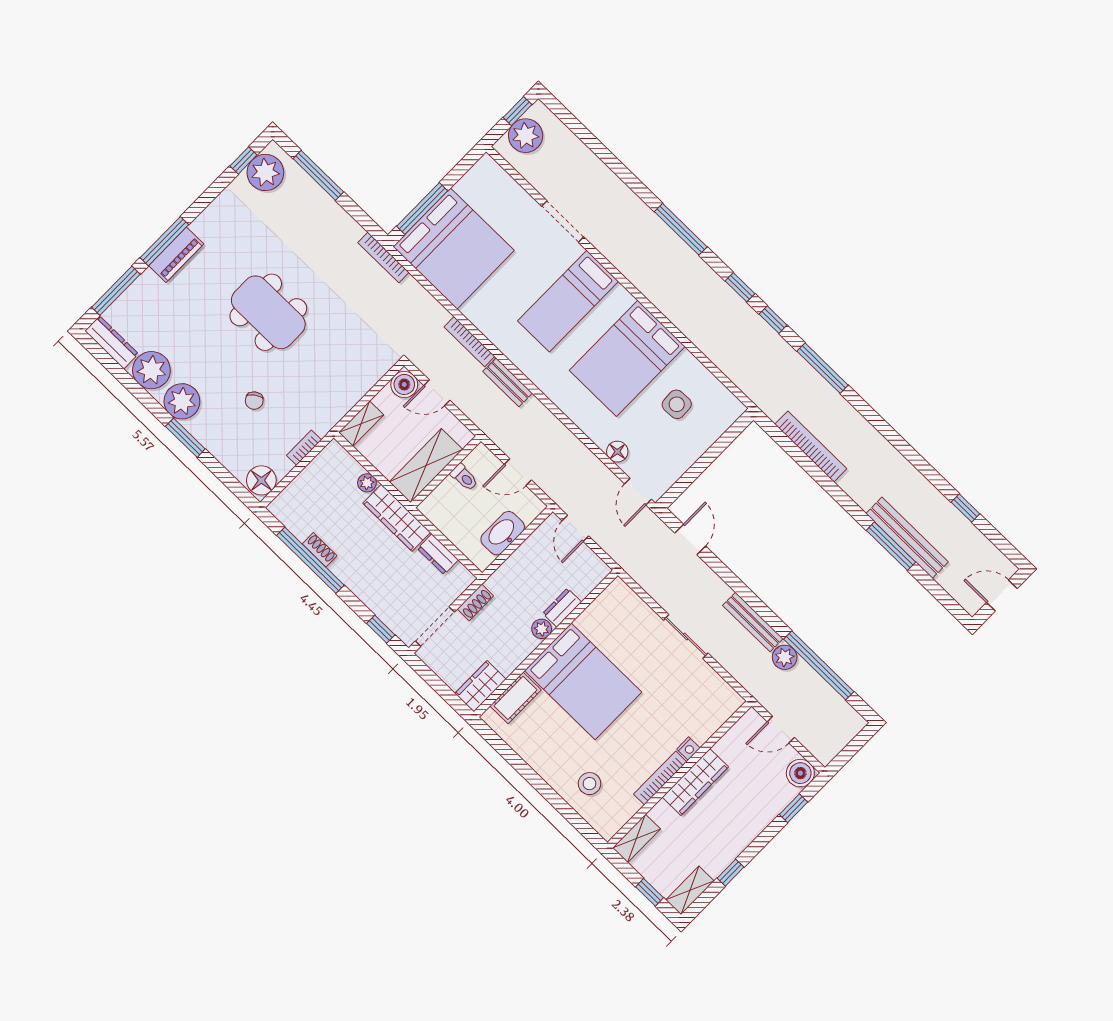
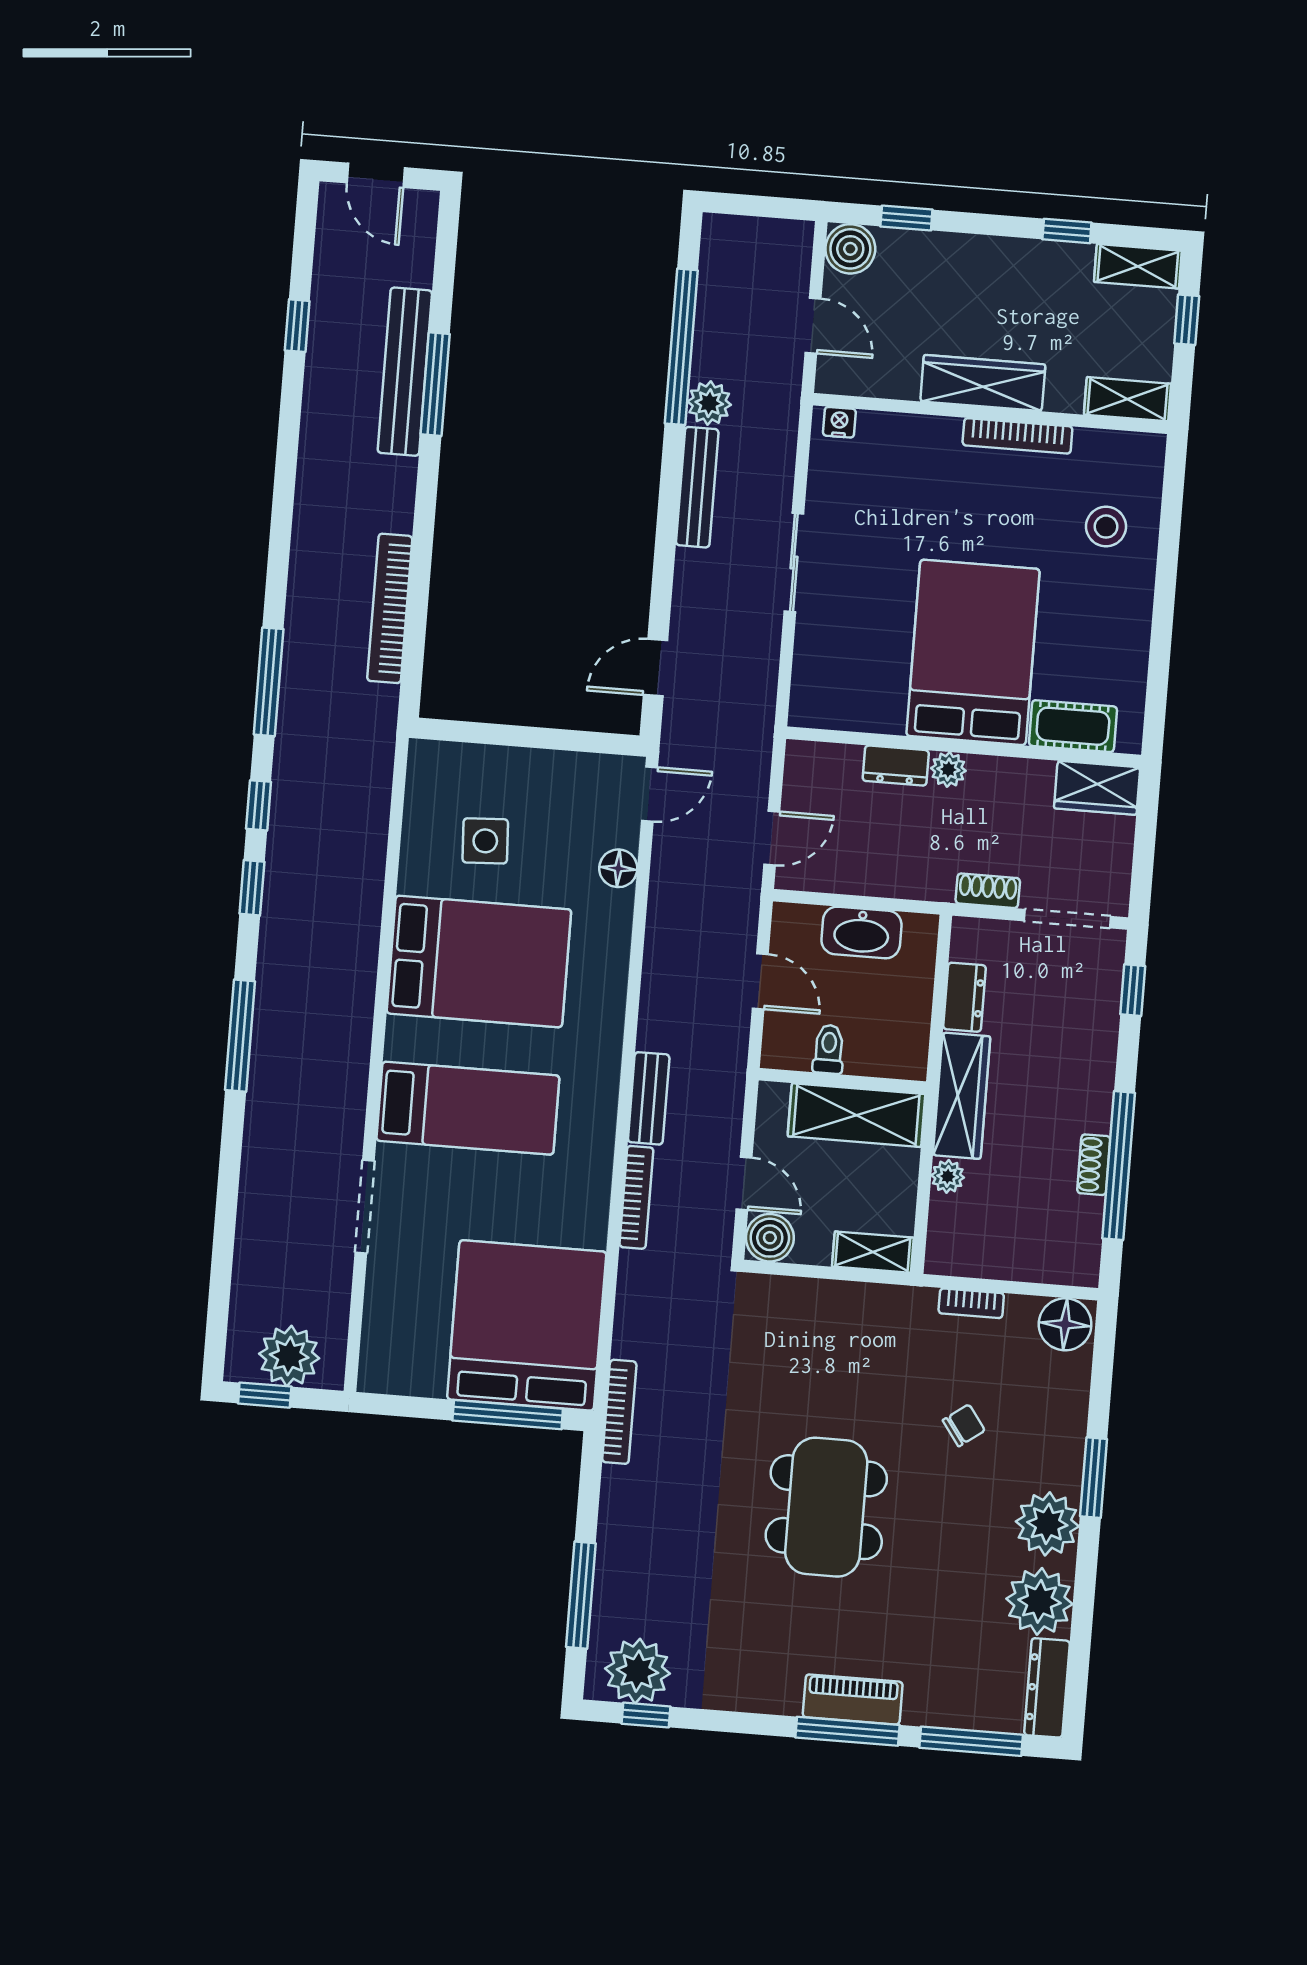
nightstand: (688, 749) -> (839, 422), moved

